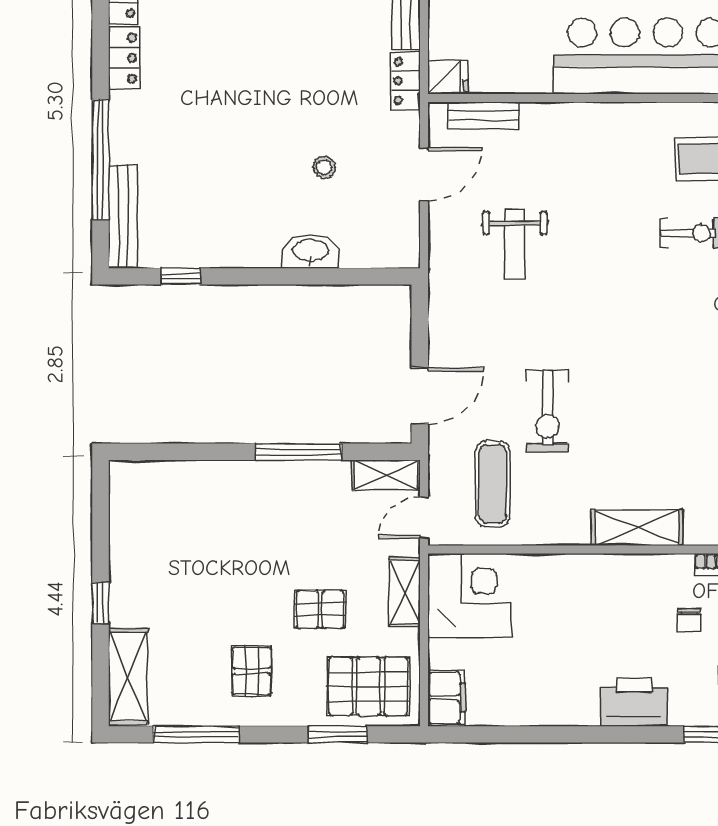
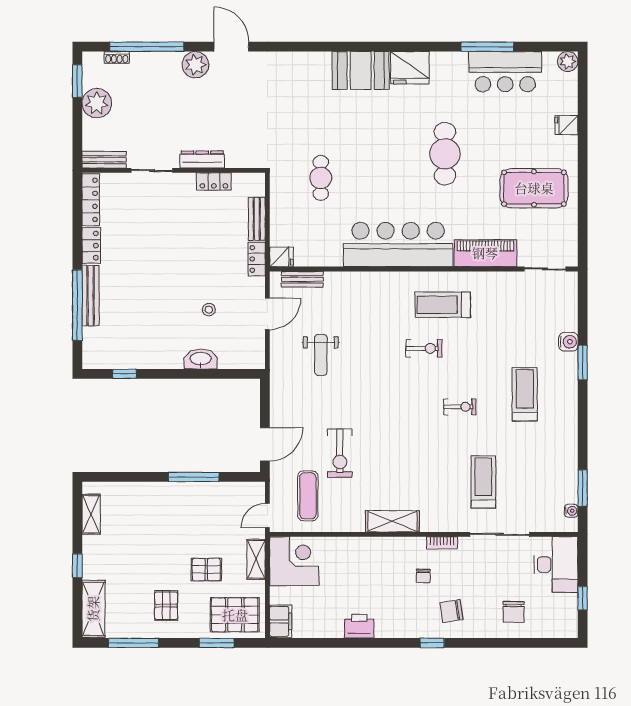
bench: (123, 217) -> (91, 296), moved
shelving: (386, 475) -> (91, 514), moved, turned 90
printer: (634, 702) -> (359, 626), moved, width x0.73, depth x0.84

